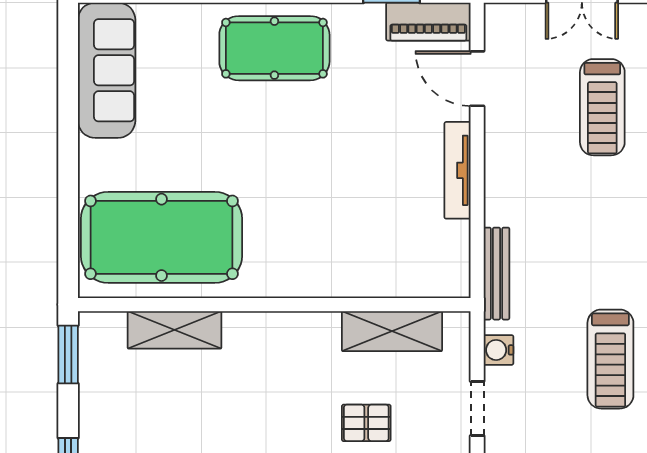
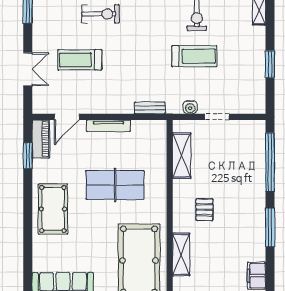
treadmill: (602, 107) -> (80, 60), turned 180
table tennis table: (327, 185) -> (115, 185), added
bench: (497, 274) -> (150, 108), width x0.73
pallet: (366, 423) -> (204, 210), moved

